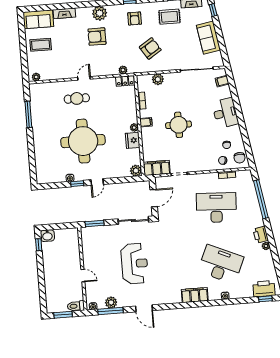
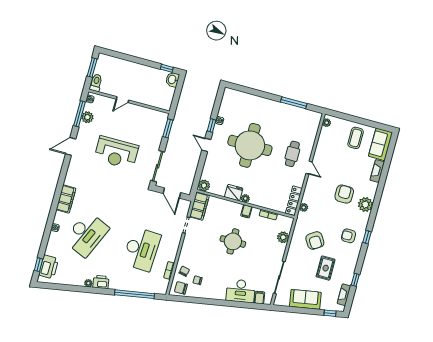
rug: (169, 17) -> (326, 268), moved
locker: (125, 81) -> (294, 201), width x1.53
desk: (225, 113) -> (241, 291), moved

